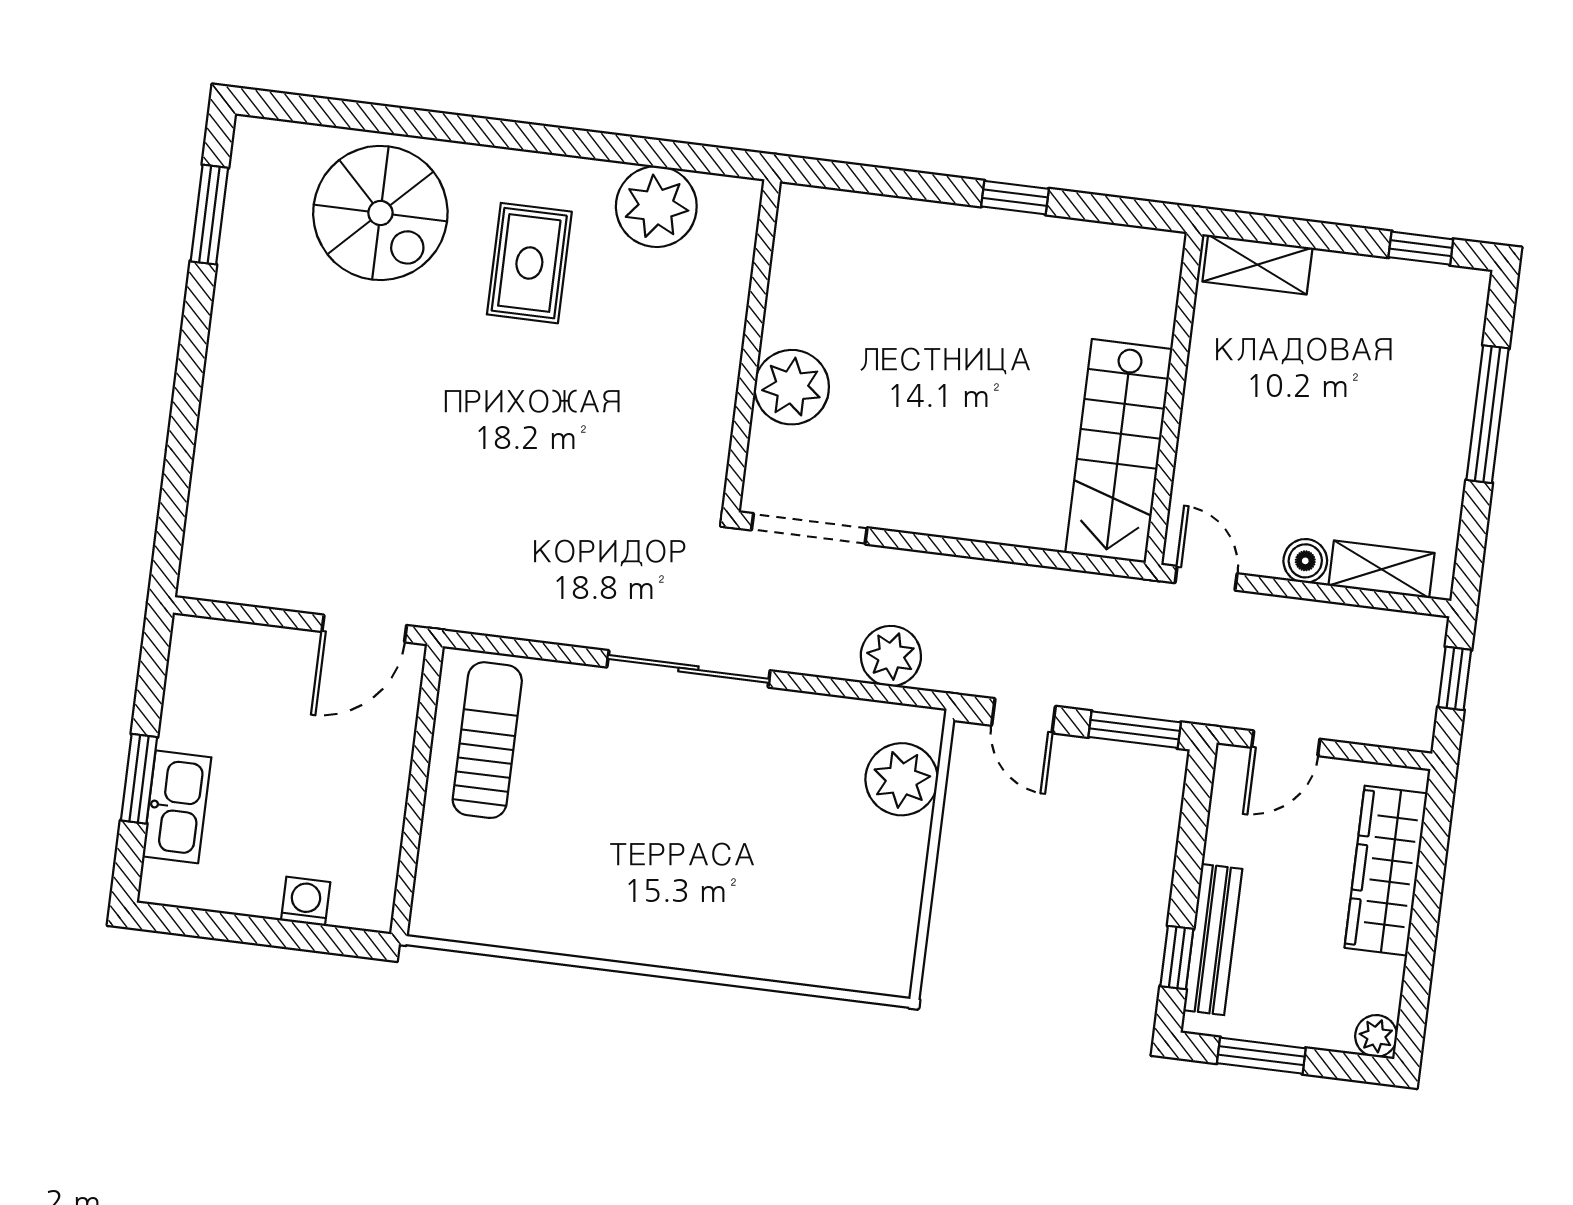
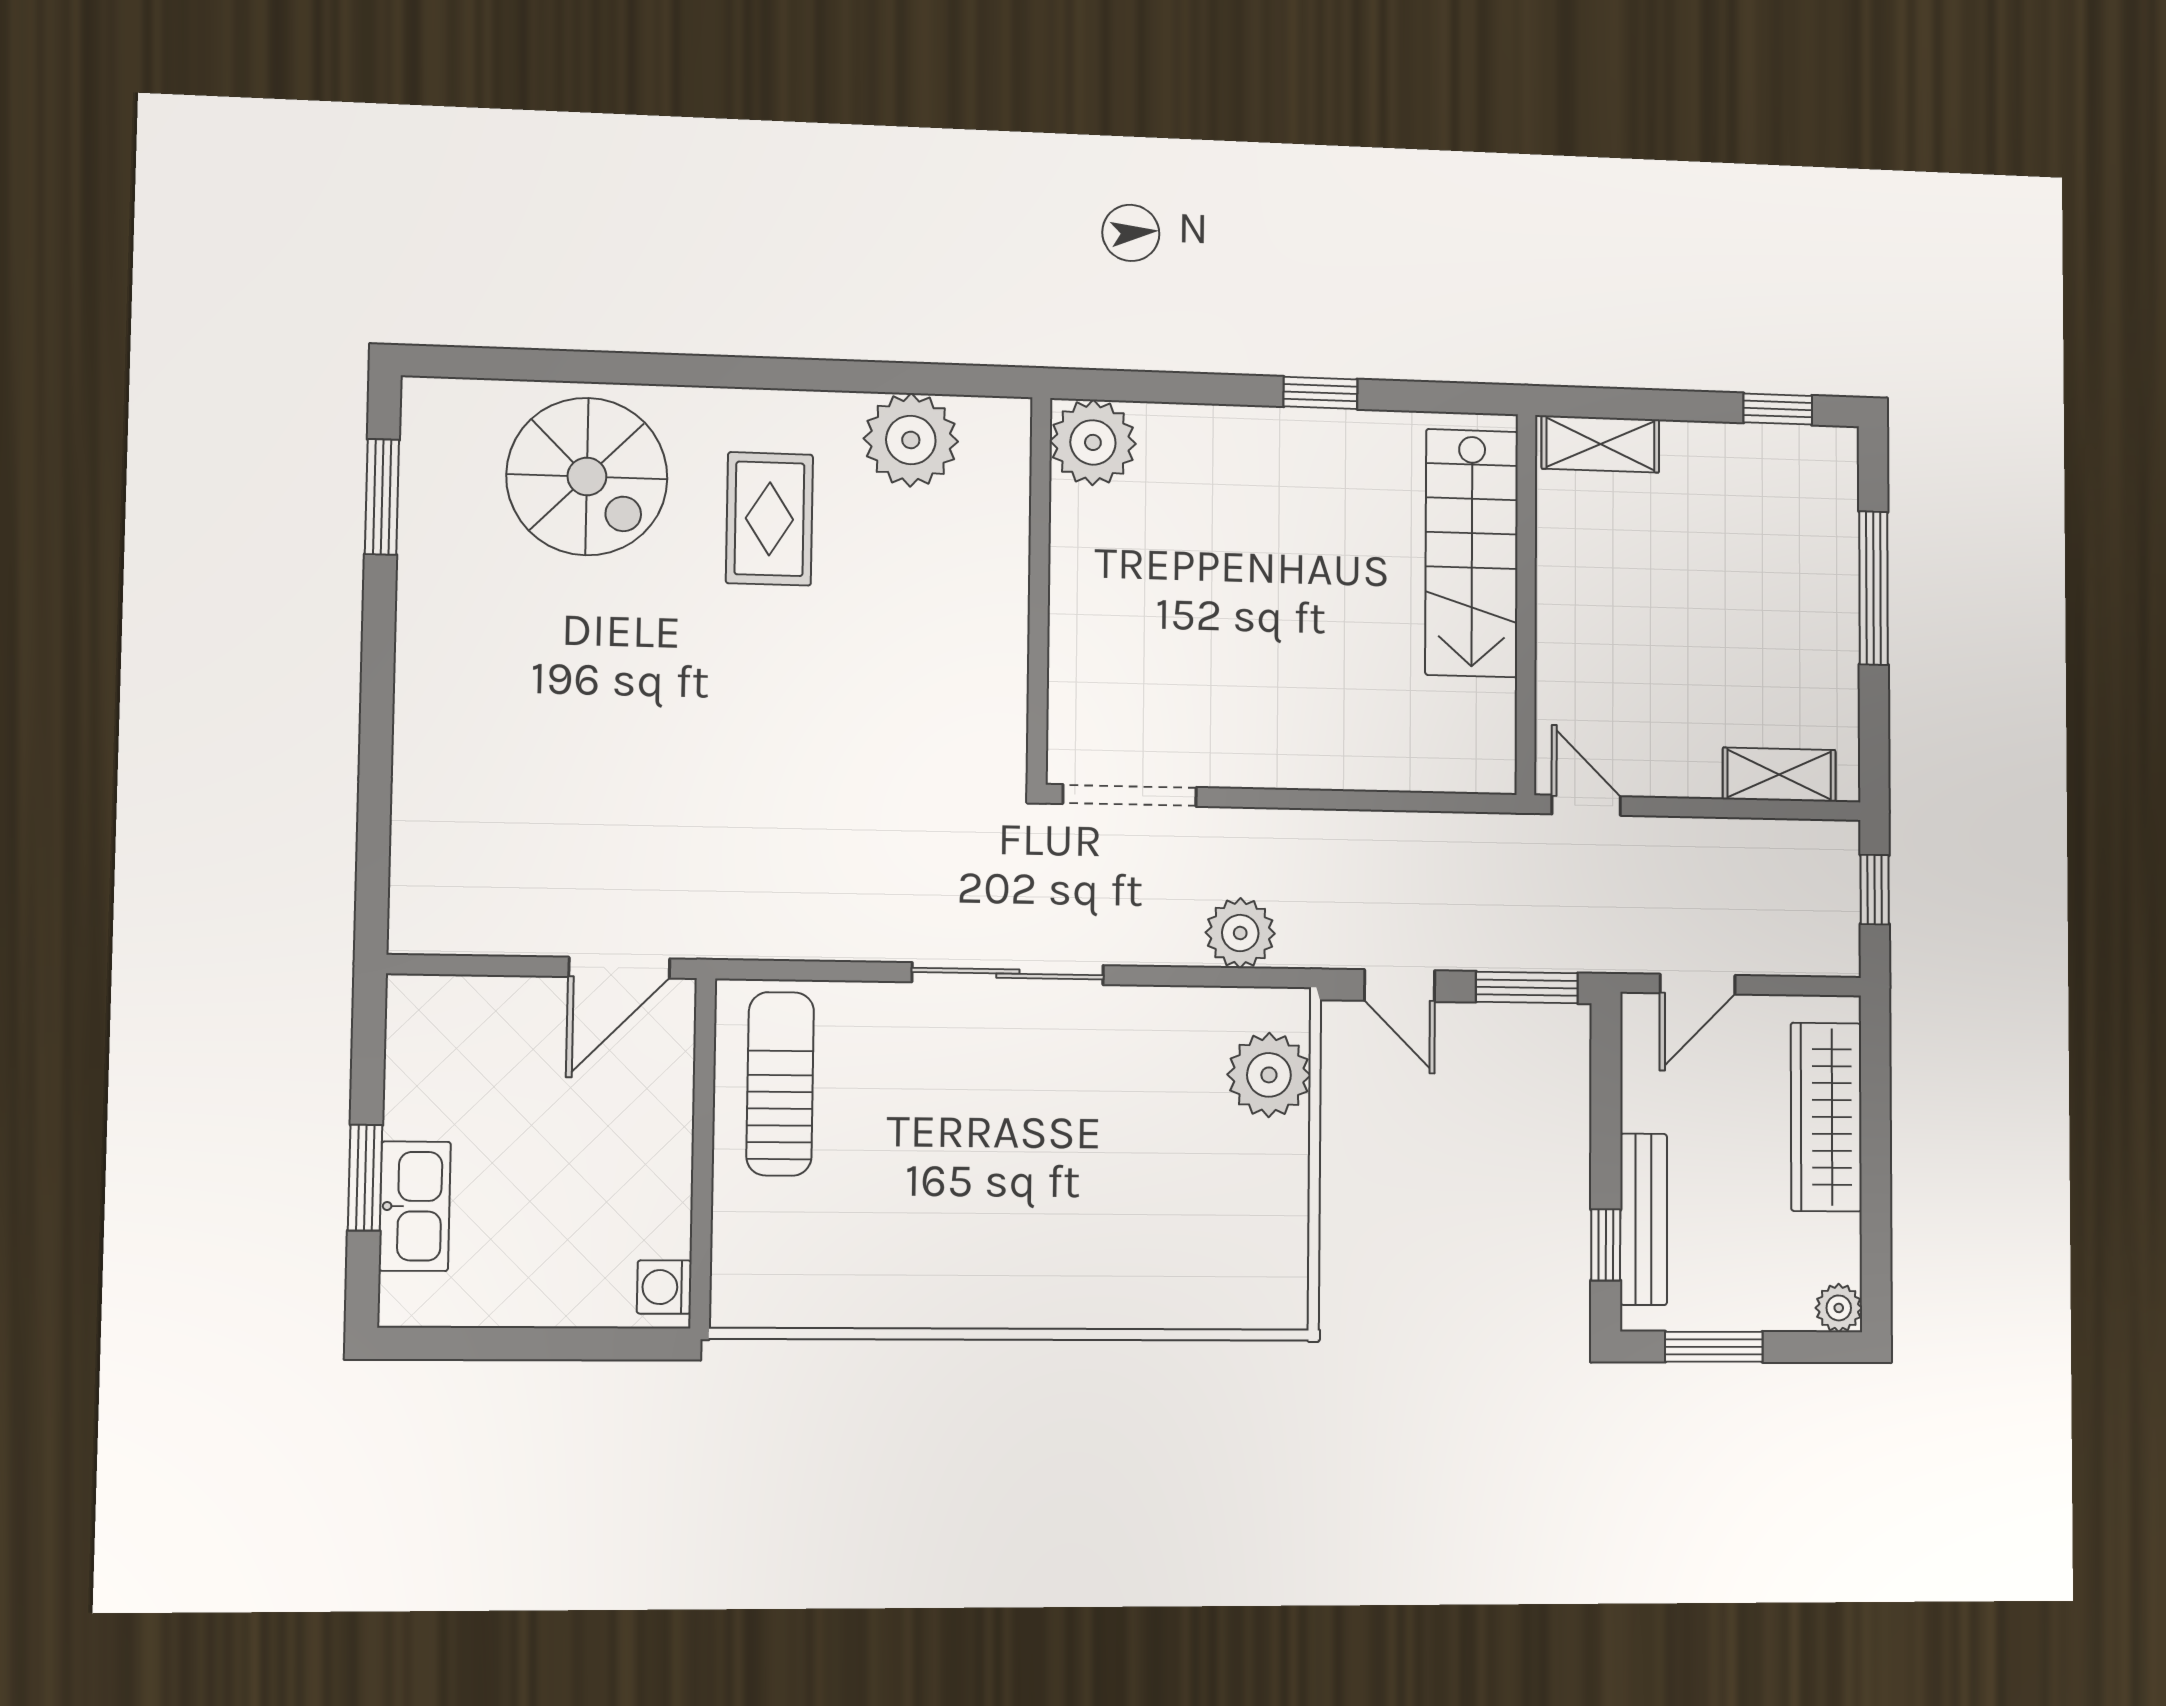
plant: (792, 387) -> (1093, 442), moved
stairs: (1119, 451) -> (1472, 553), moved
boiler: (1305, 561) -> (1694, 774), removed
washing machine: (306, 901) -> (664, 1287), moved, turned -90

